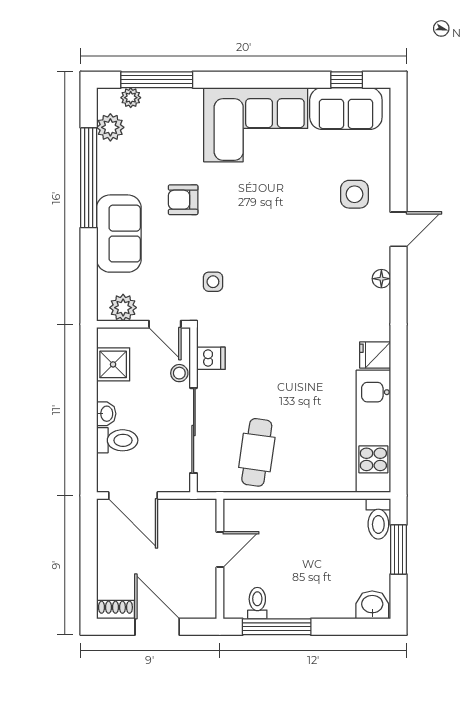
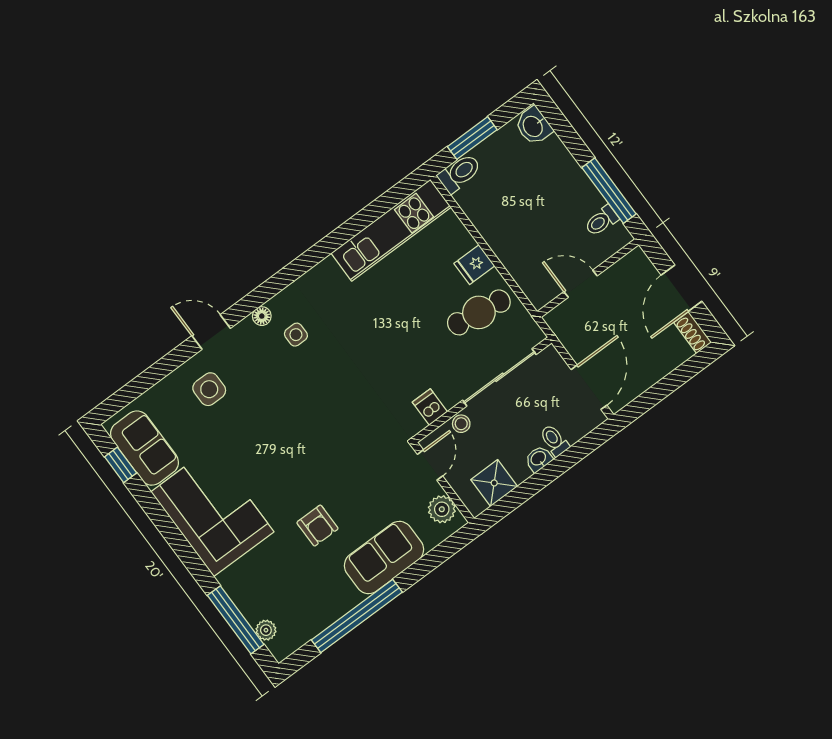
plant: (110, 127) -> (303, 629), removed
side table: (213, 282) -> (296, 335), moved
fridge: (375, 355) -> (474, 265), moved, turned 90
toilet: (117, 440) -> (554, 440), width x0.73, depth x0.72

